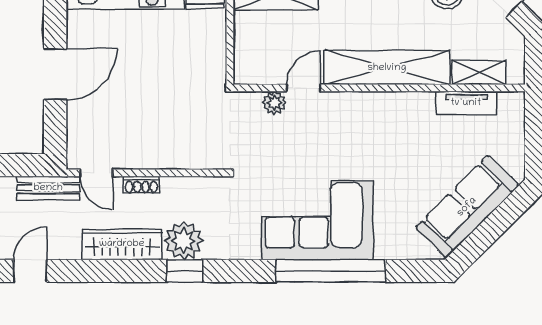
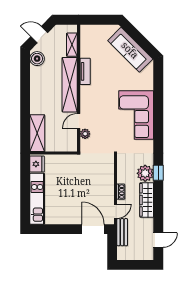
door: (55, 74) -> (93, 229), moved
door: (304, 88) -> (79, 121), hinge flipped
tv unit: (466, 103) -> (85, 71), moved
door: (30, 271) -> (158, 240), swing flipped
window: (331, 271) -> (158, 109), removed

